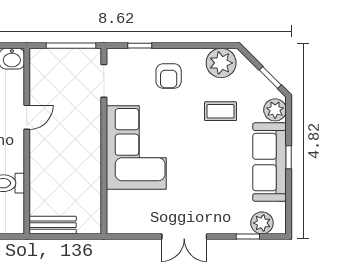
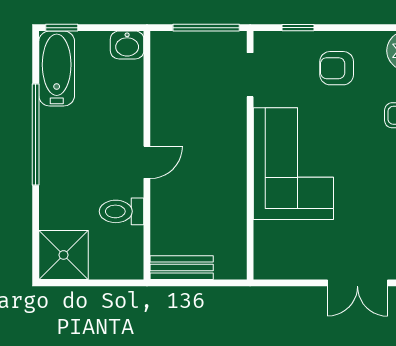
armchair: (169, 76) -> (337, 68), turned 90
door: (27, 117) -> (147, 162), moved

